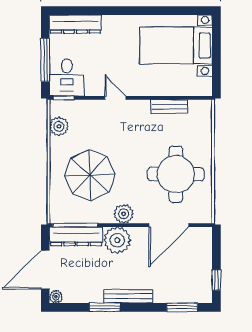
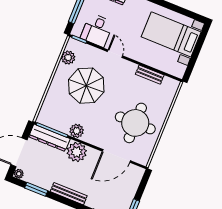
desk: (67, 78) -> (97, 30), moved
parasol: (90, 175) -> (86, 86), moved
plant: (124, 214) -> (77, 131), moved
window: (105, 307) -> (36, 189), moved

